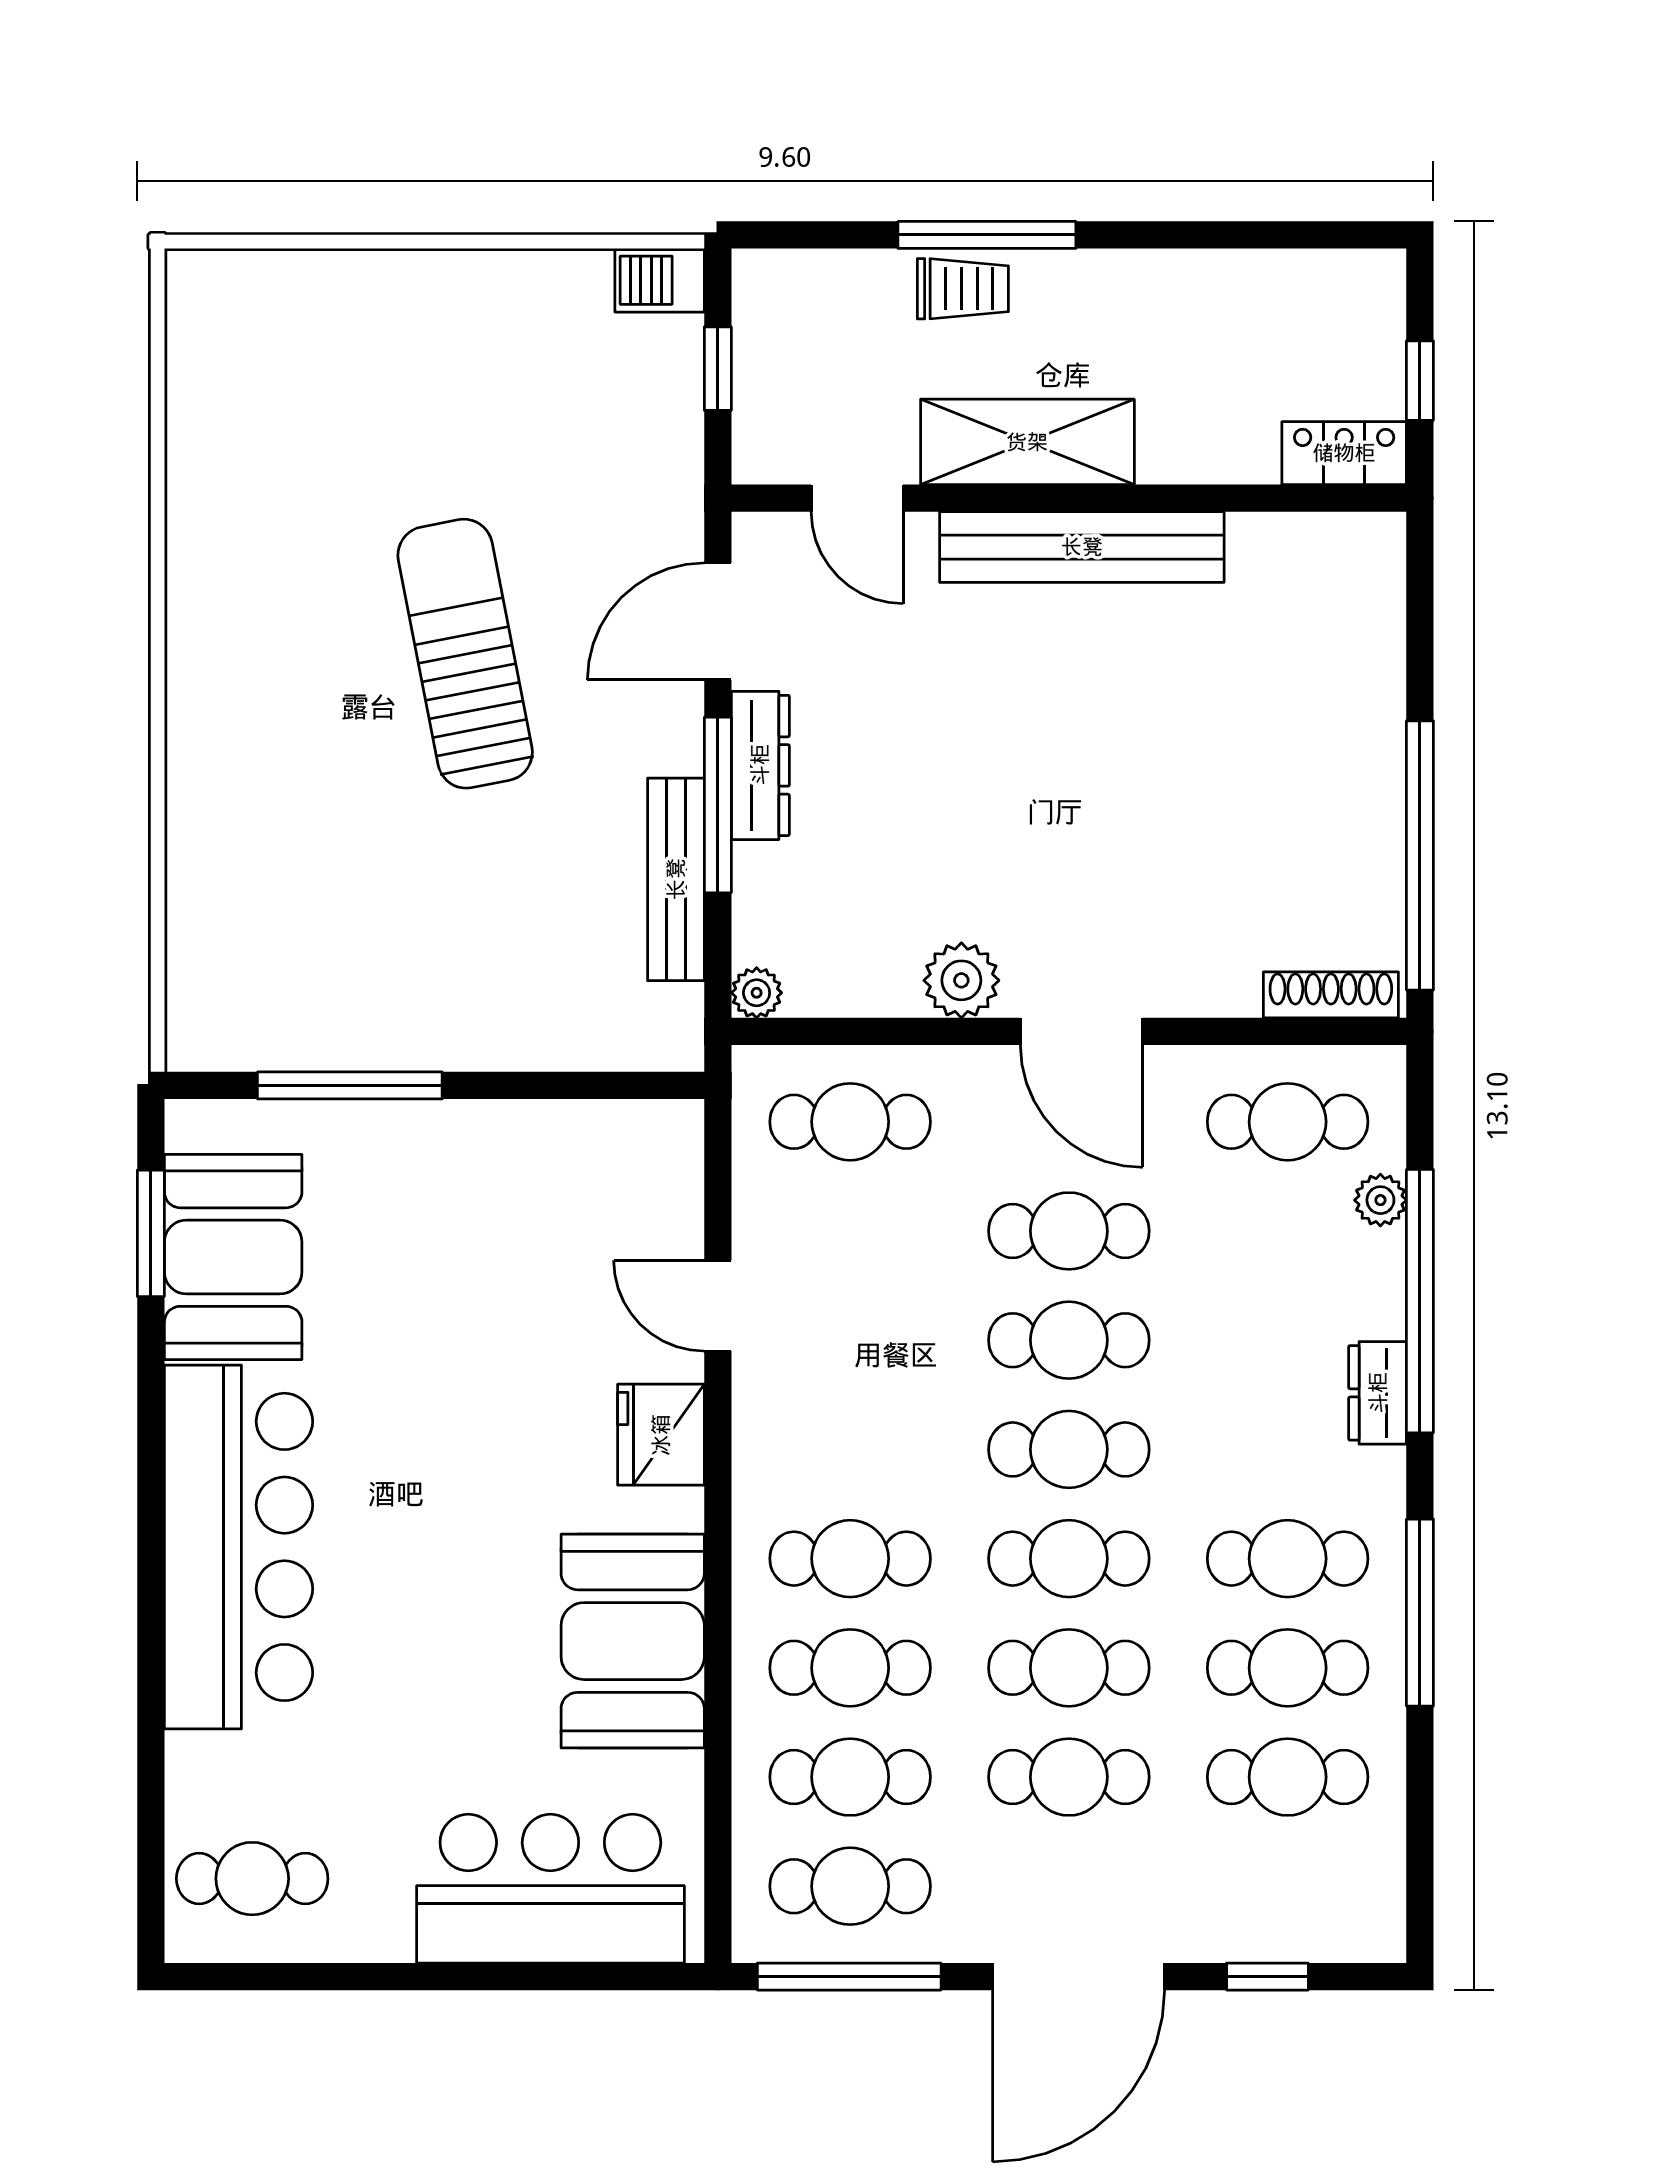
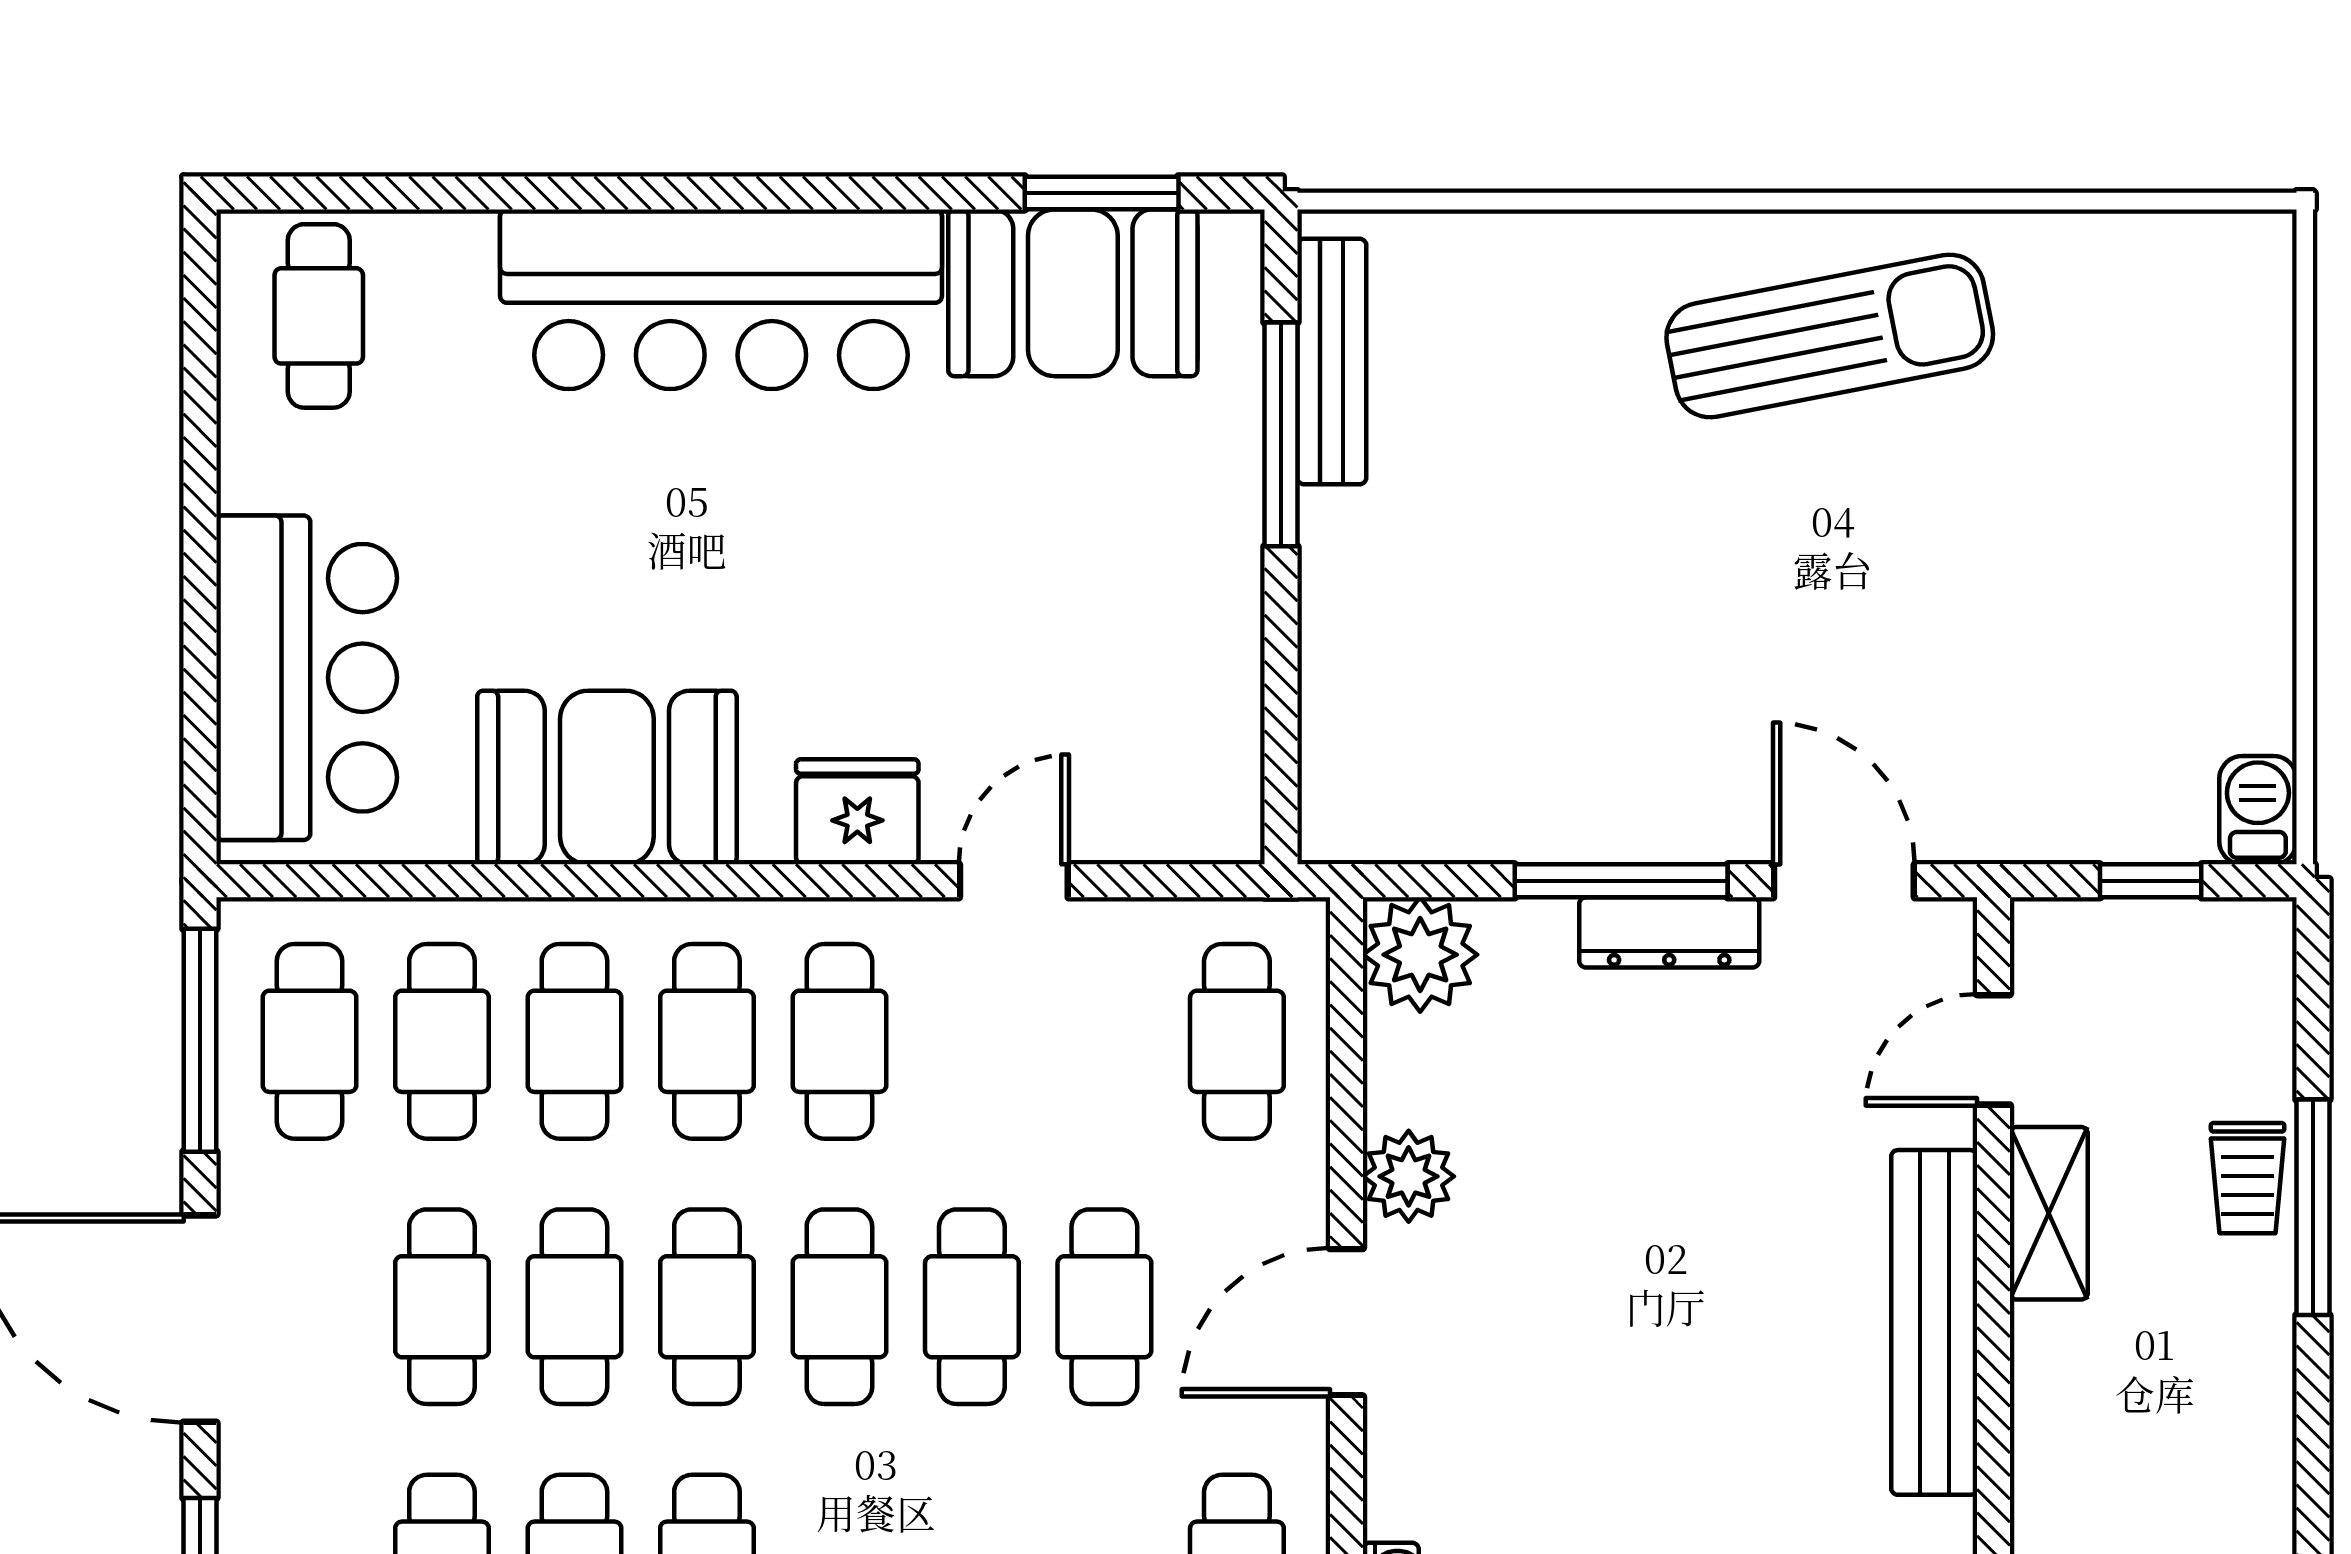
shelving: (1027, 442) -> (2049, 1213), width x0.67, depth x0.75
sun lounger: (465, 654) -> (1830, 336), moved
bench: (676, 879) -> (1332, 361), moved, turned 90
plant: (757, 993) -> (1420, 955), width x1.88, depth x1.88
cafe table: (850, 1449) -> (839, 1041), added

